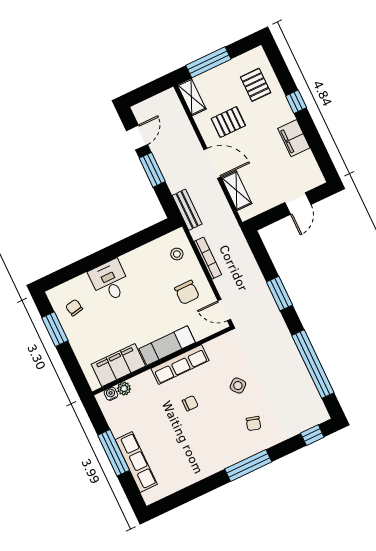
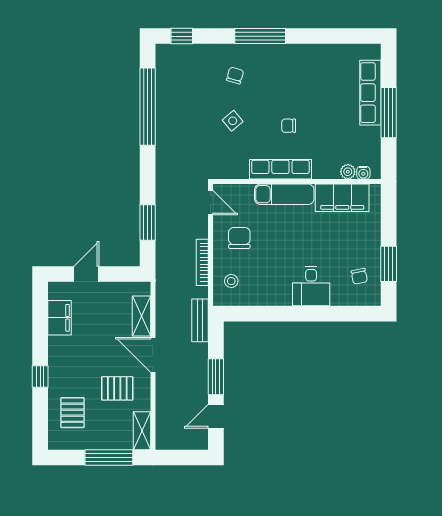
filing cabinet: (294, 138) -> (59, 318), moved
window: (279, 294) -> (148, 223), moved

